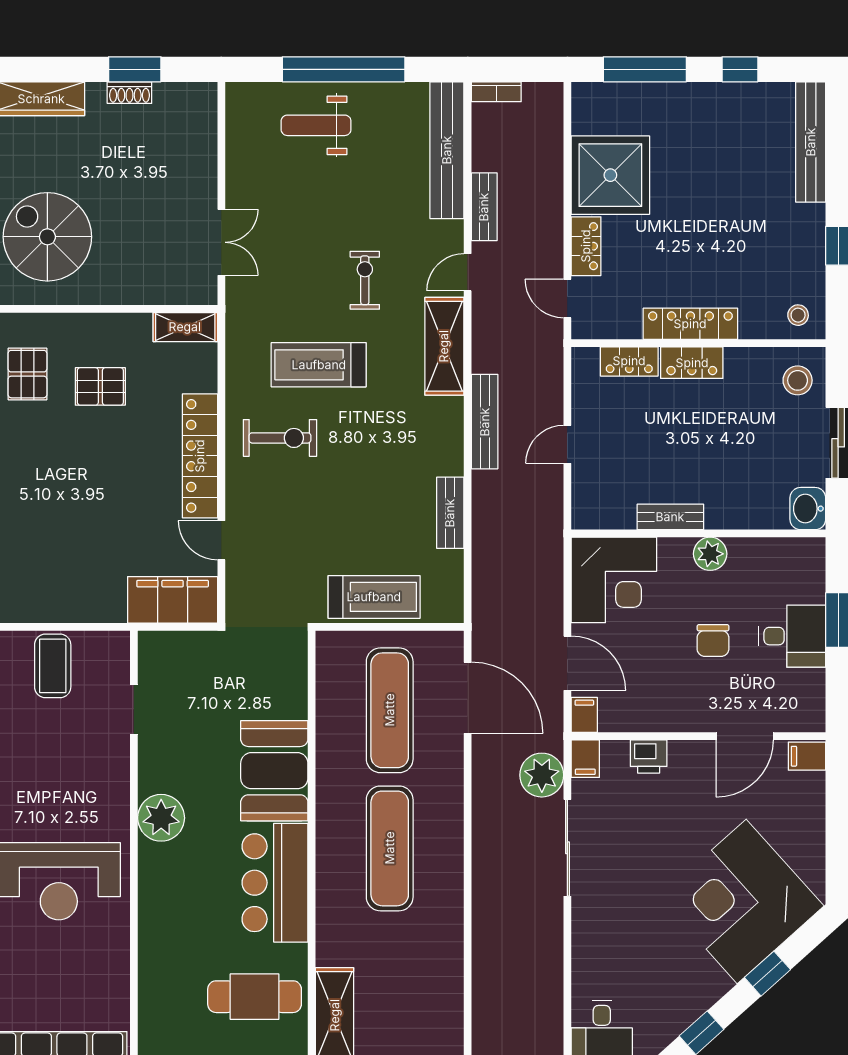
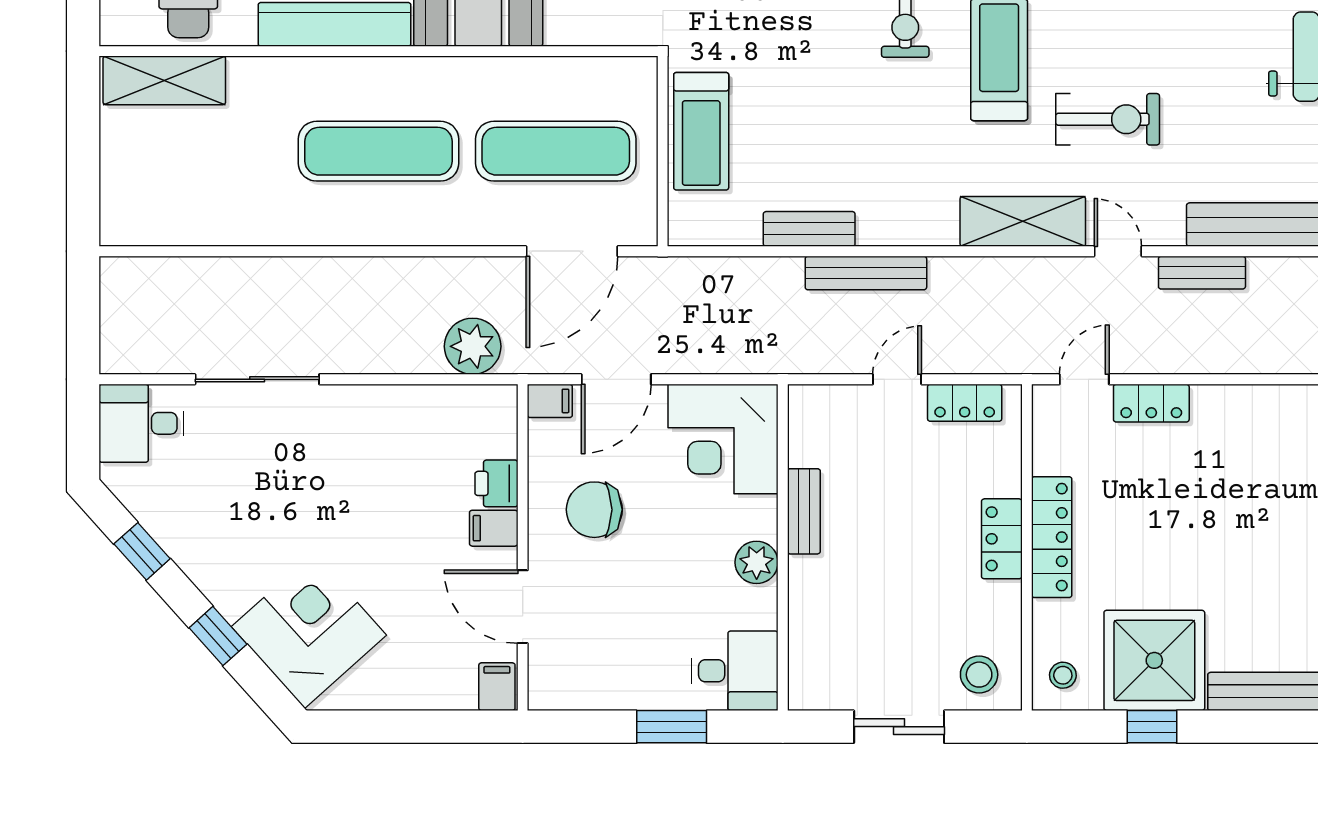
shower: (610, 175) -> (1154, 660), moved
exercise bike: (365, 280) -> (1108, 119), width x1.38, depth x1.39
locker: (629, 361) -> (965, 403), moved, turned -90
bench: (485, 422) -> (866, 273), moved
door: (567, 444) -> (897, 379), hinge flipped
washbasin: (808, 509) -> (815, 688), removed
desk: (792, 636) -> (735, 671), moved, turned -90
chair: (713, 640) -> (594, 510), moved, width x1.37, depth x1.37
filing cabinet: (585, 759) -> (494, 528), moved
sliding door: (567, 848) -> (257, 379), moved
corner desk: (742, 901) -> (309, 631), width x0.74, depth x0.74

